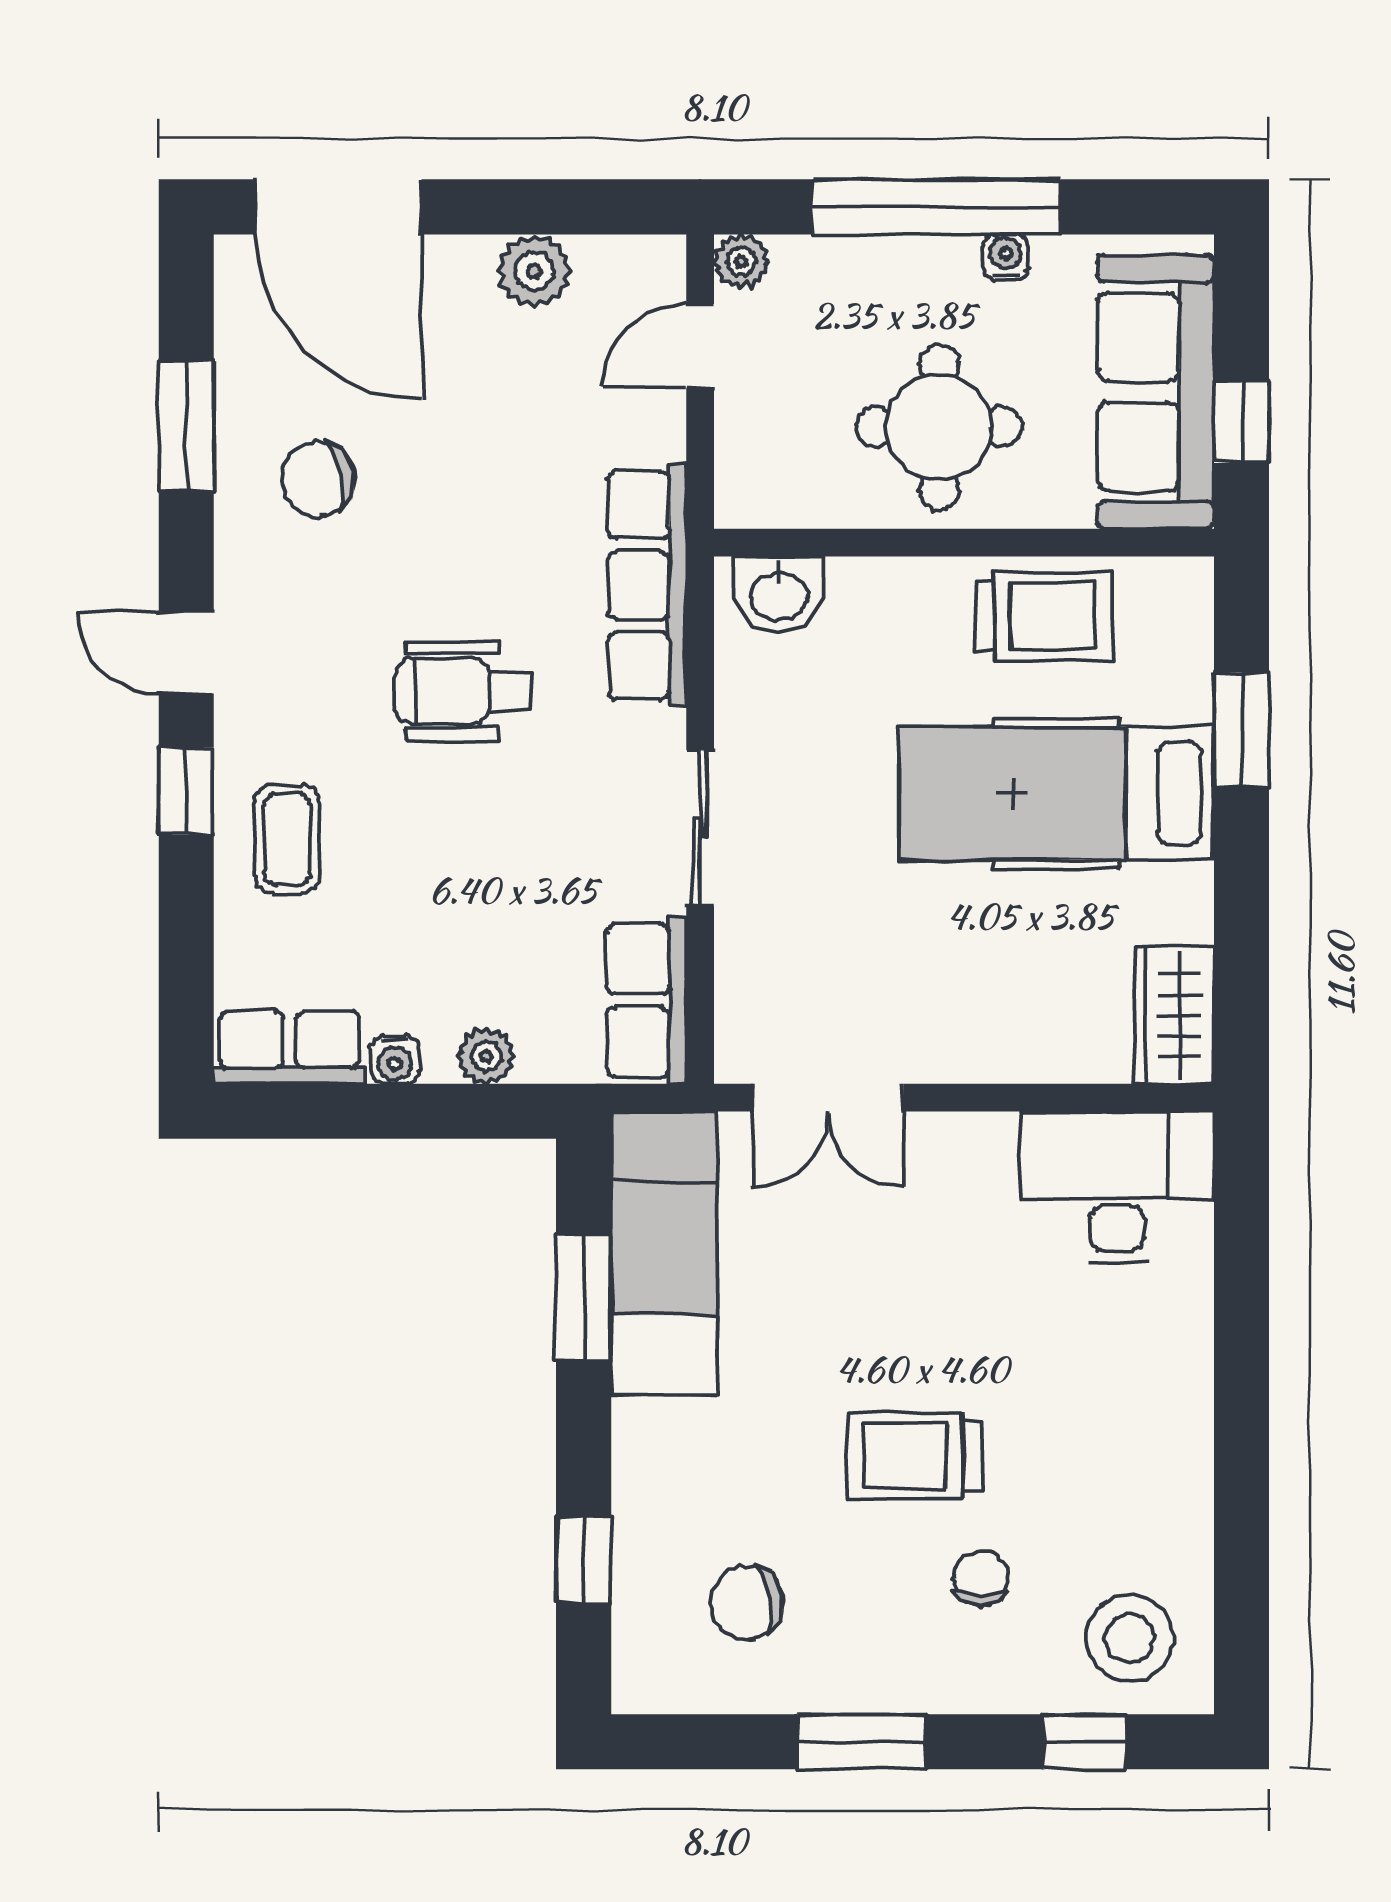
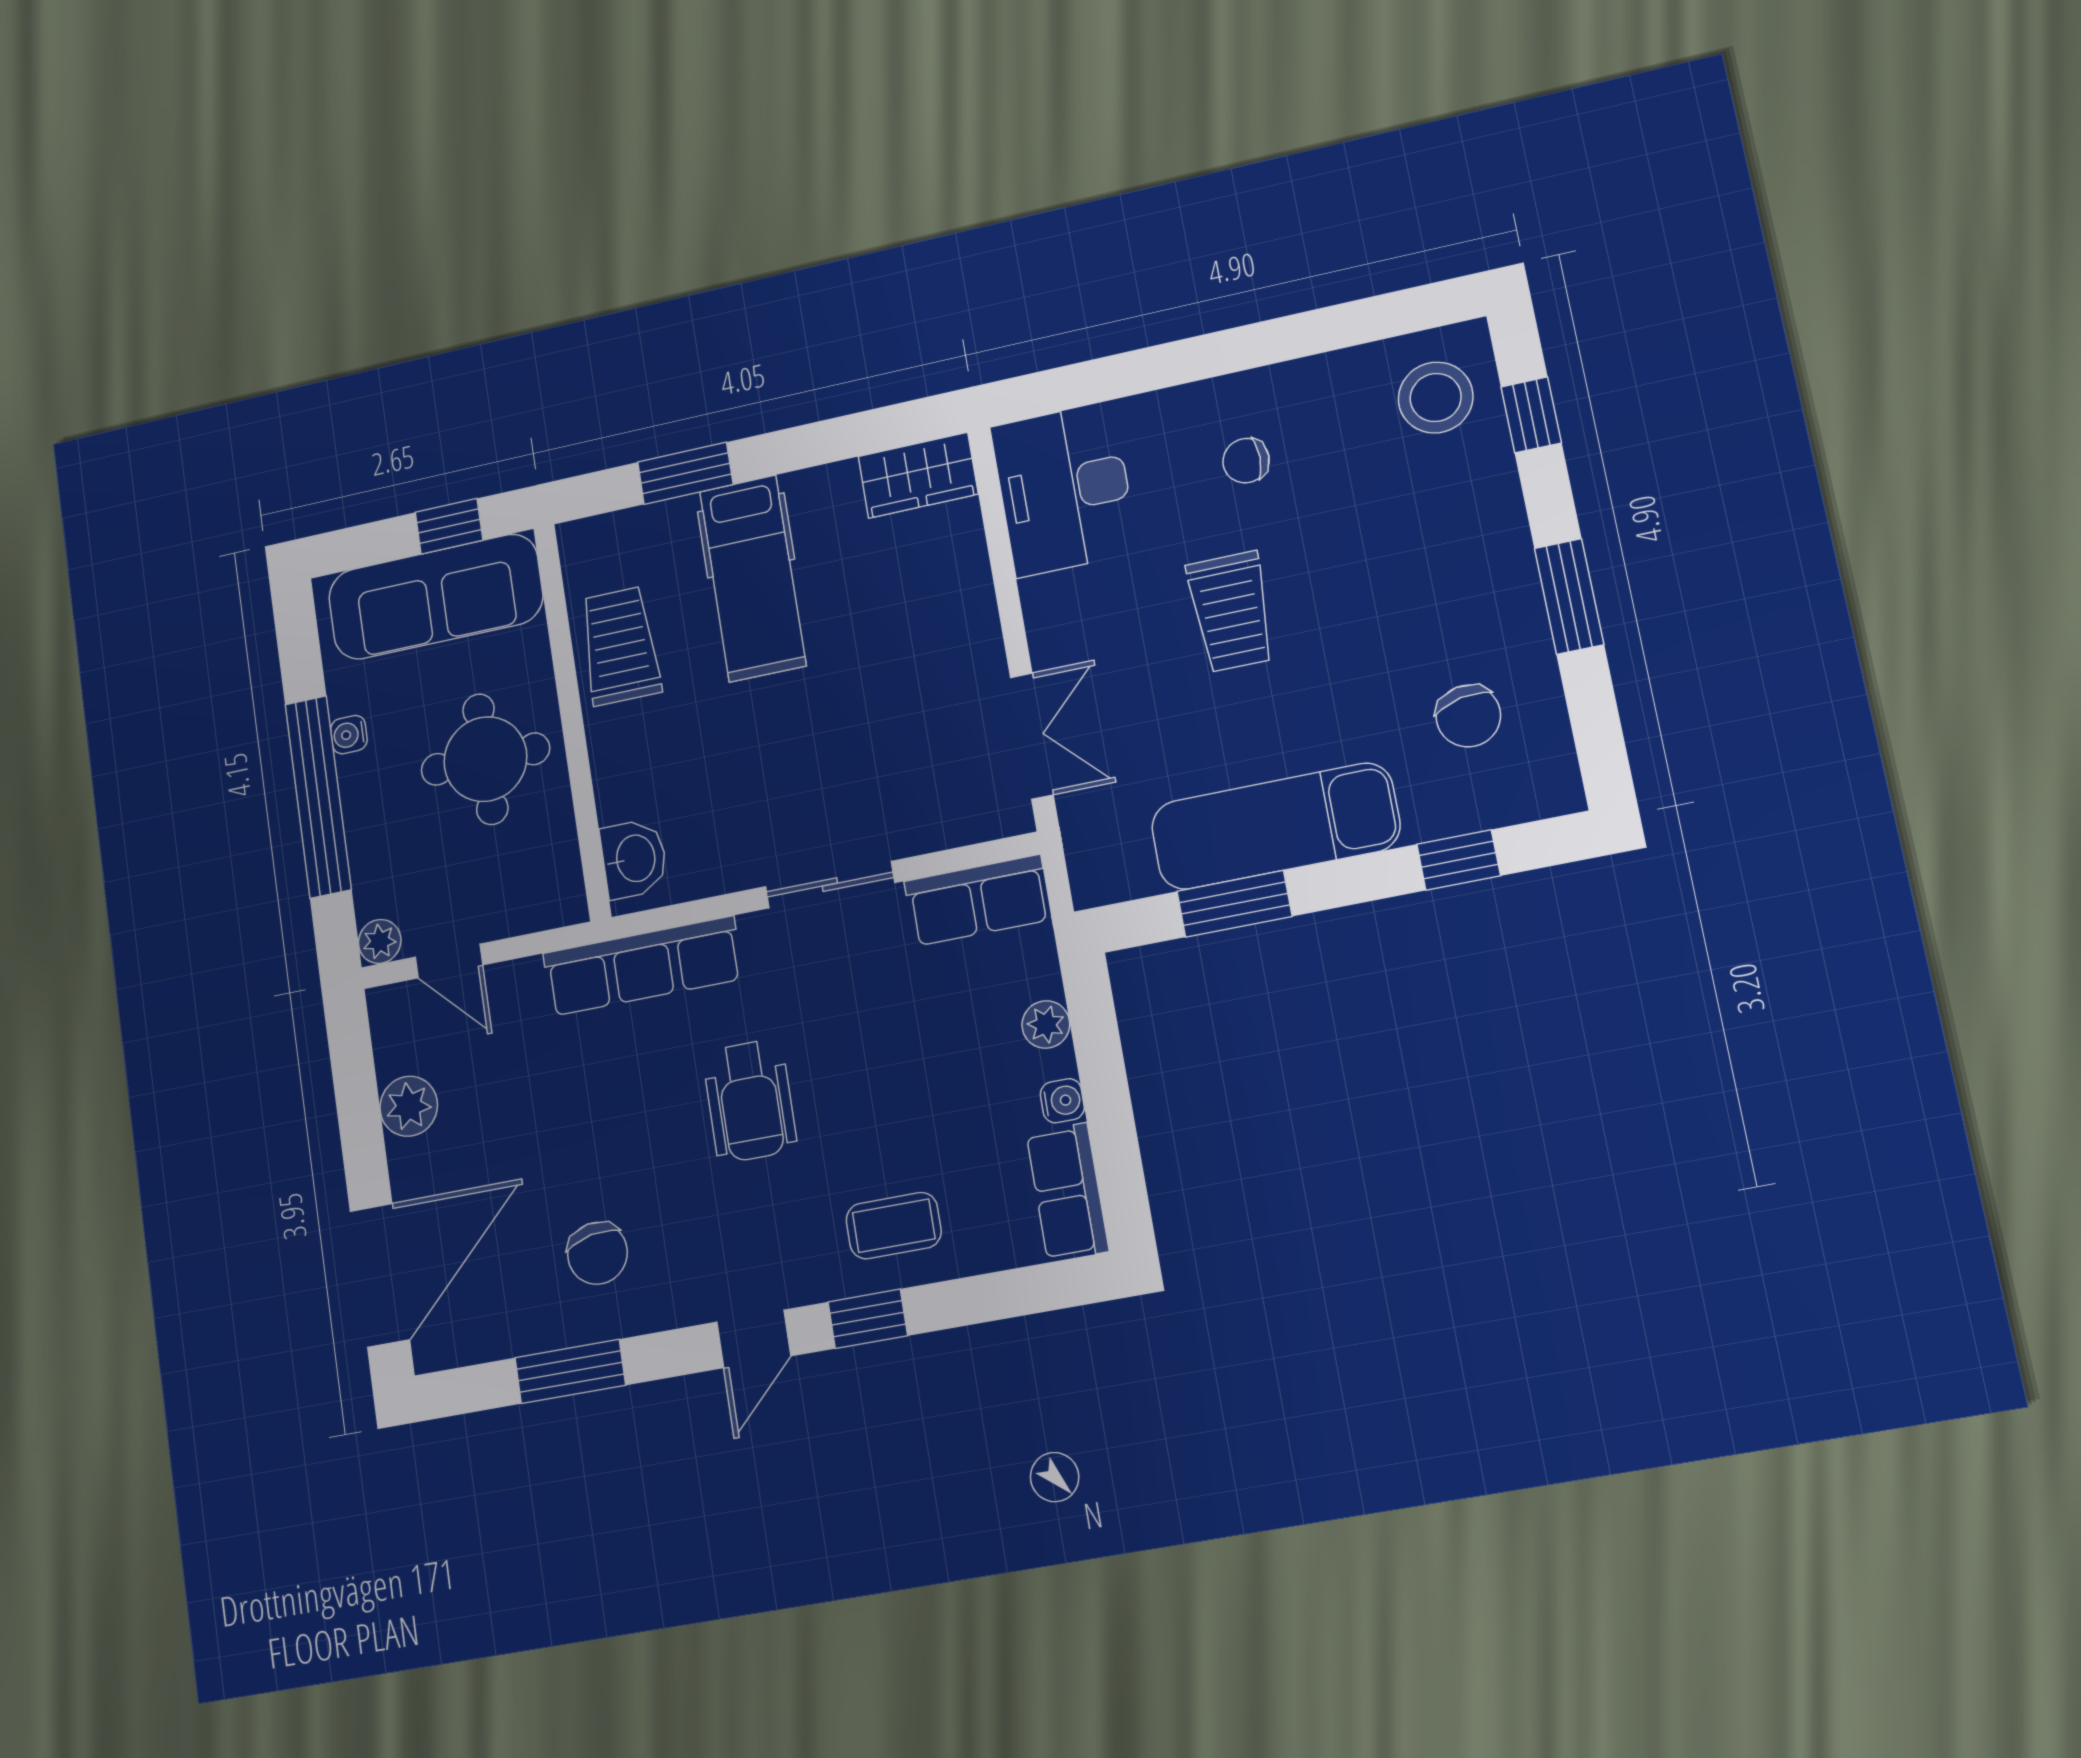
hospital bed: (1056, 793) -> (753, 578), width x0.73, depth x0.78
exam couch: (664, 1253) -> (1275, 826), moved
trolley: (914, 1456) -> (1231, 612), moved
chair: (981, 1578) -> (1246, 461), moved

